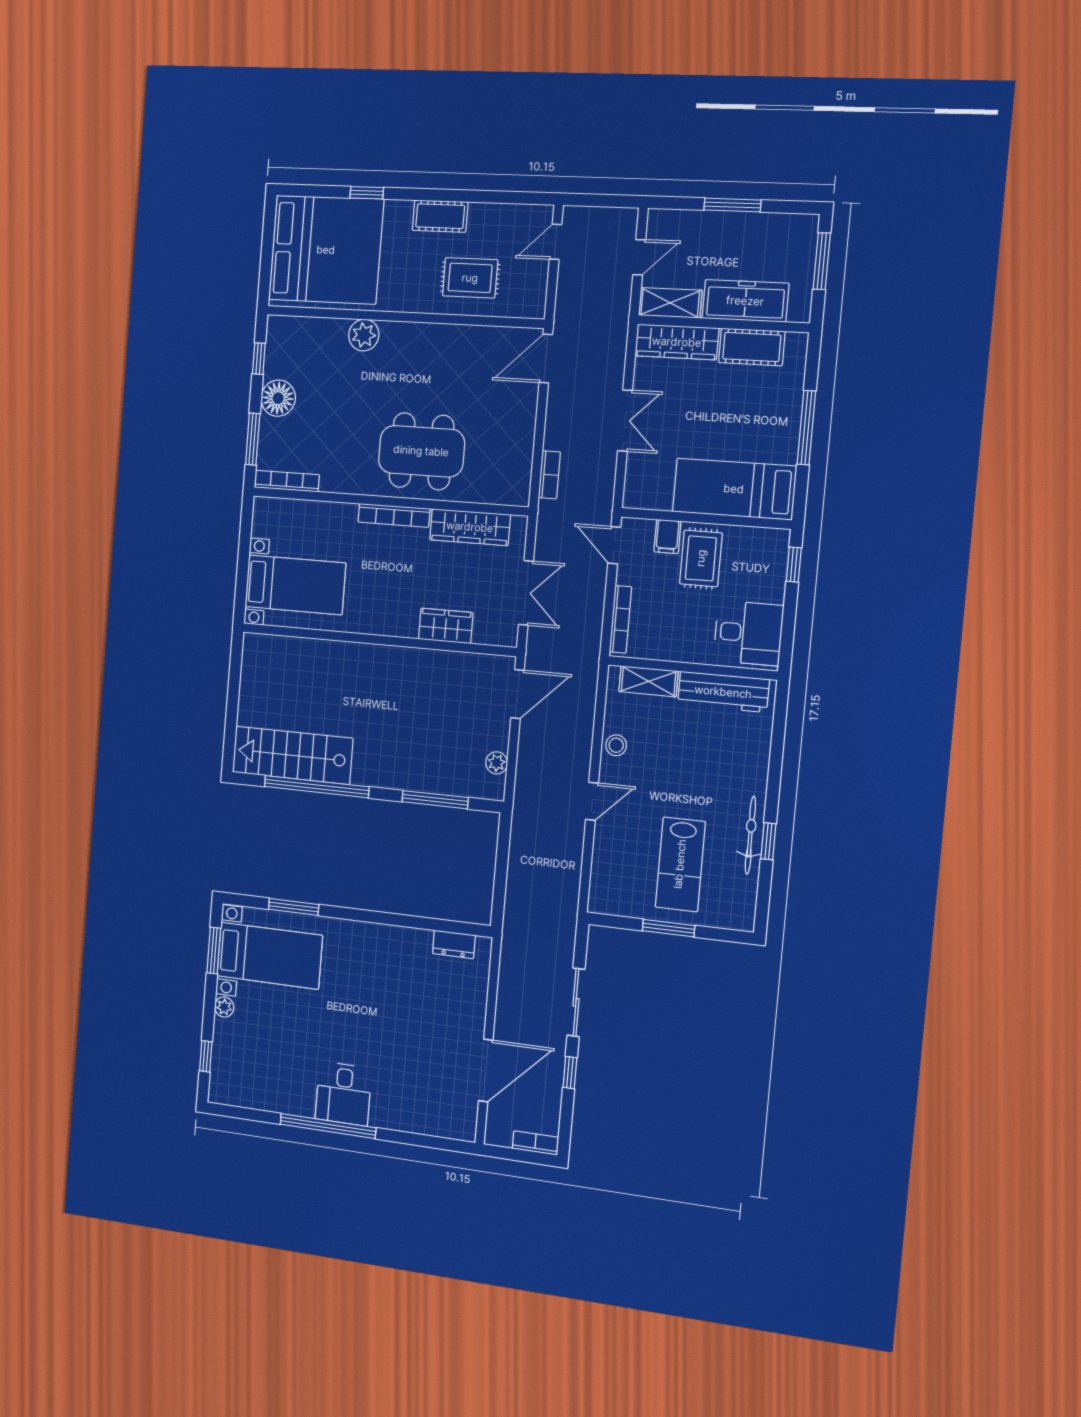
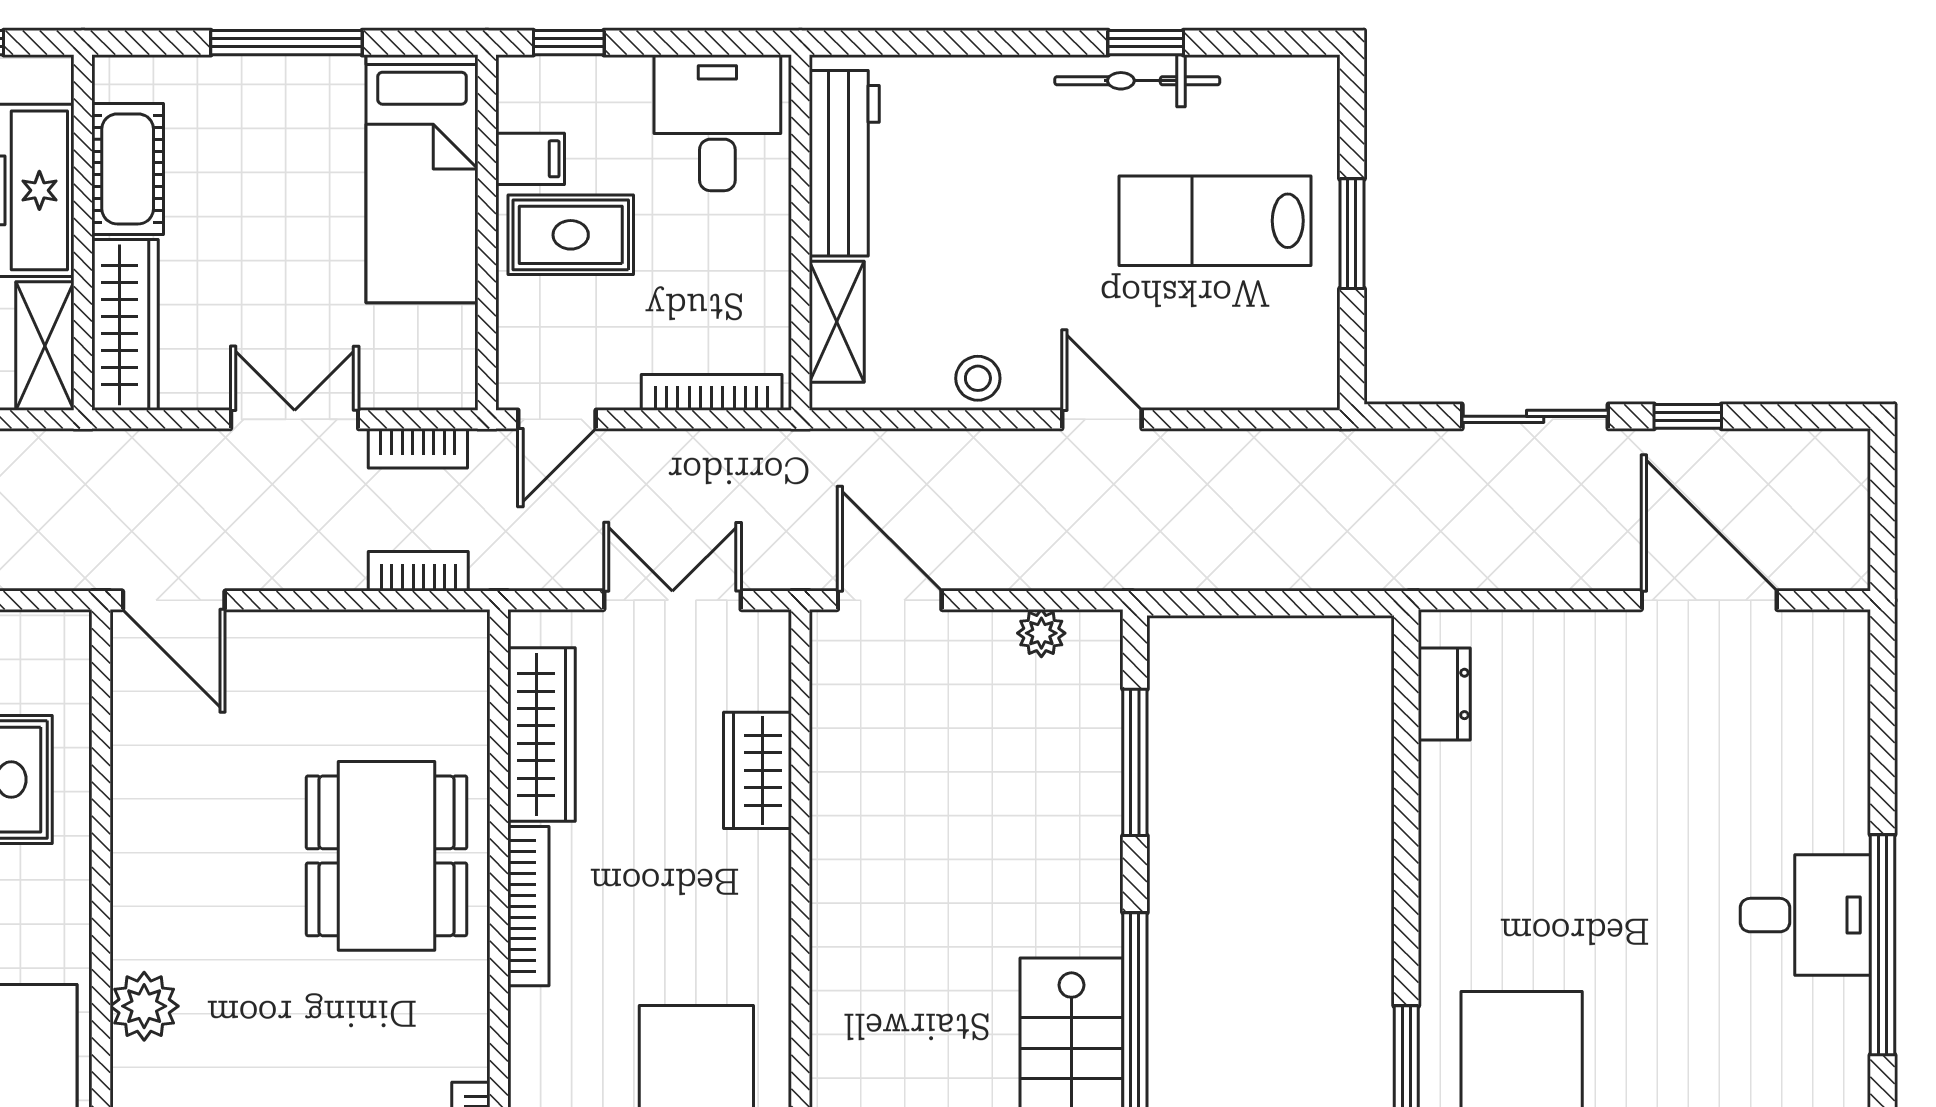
filing cabinet: (667, 536) -> (530, 159), moved
lab bench: (680, 864) -> (1215, 221), turned 180
bookcase: (535, 1143) -> (418, 448), moved, turned -90

